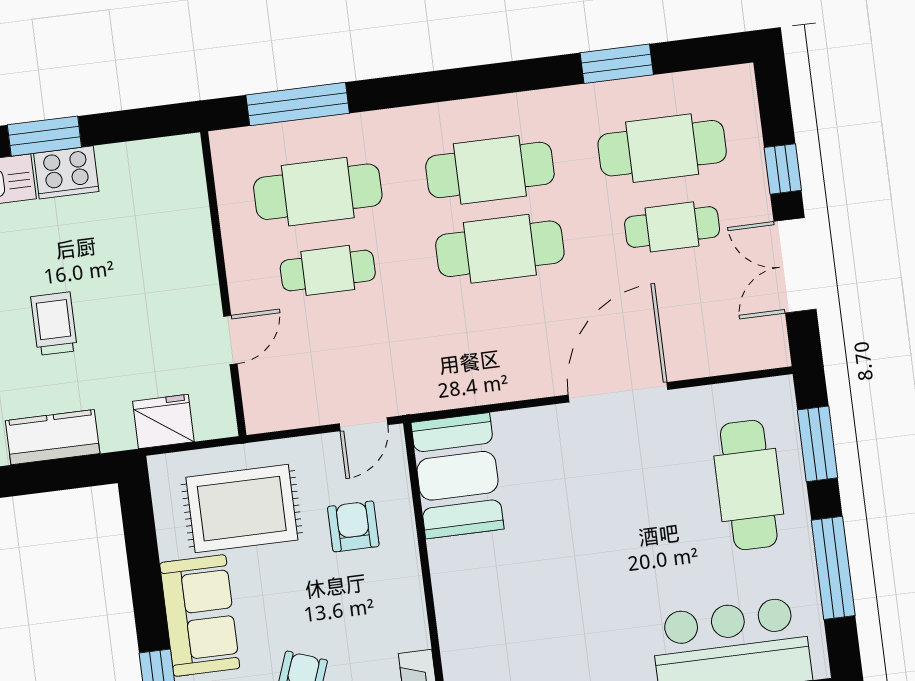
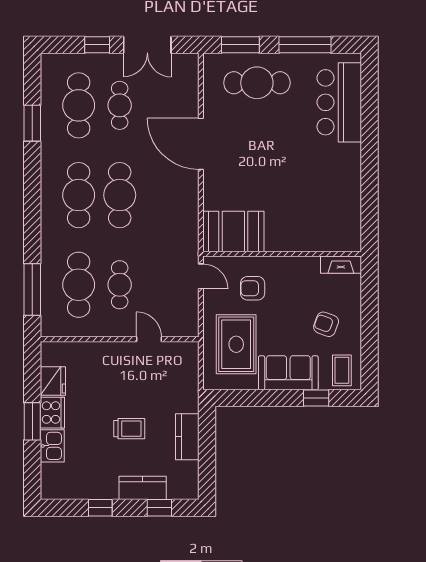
trolley: (54, 324) -> (129, 429), turned 180
fridge: (163, 421) -> (53, 381), moved, turned 180

